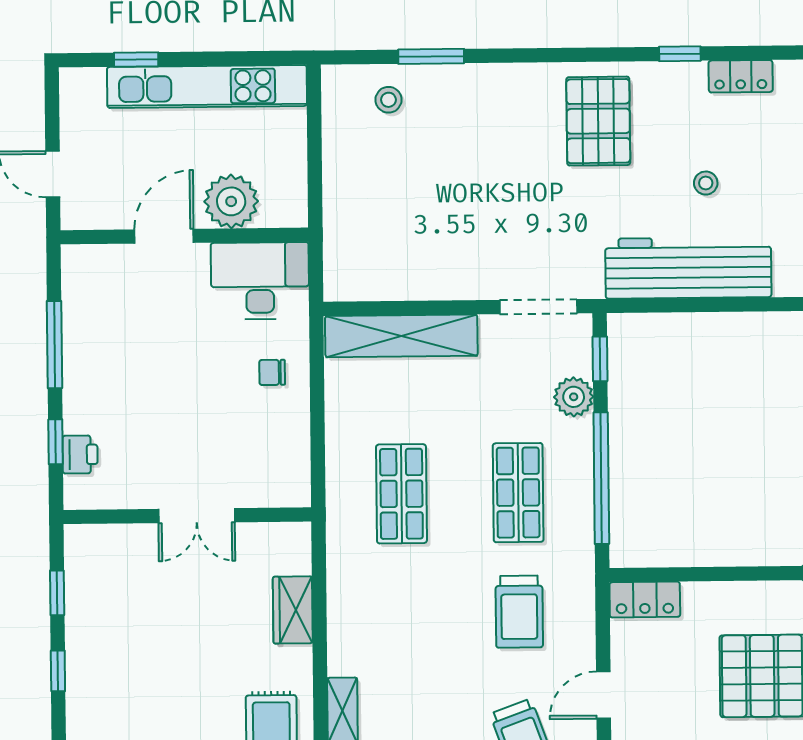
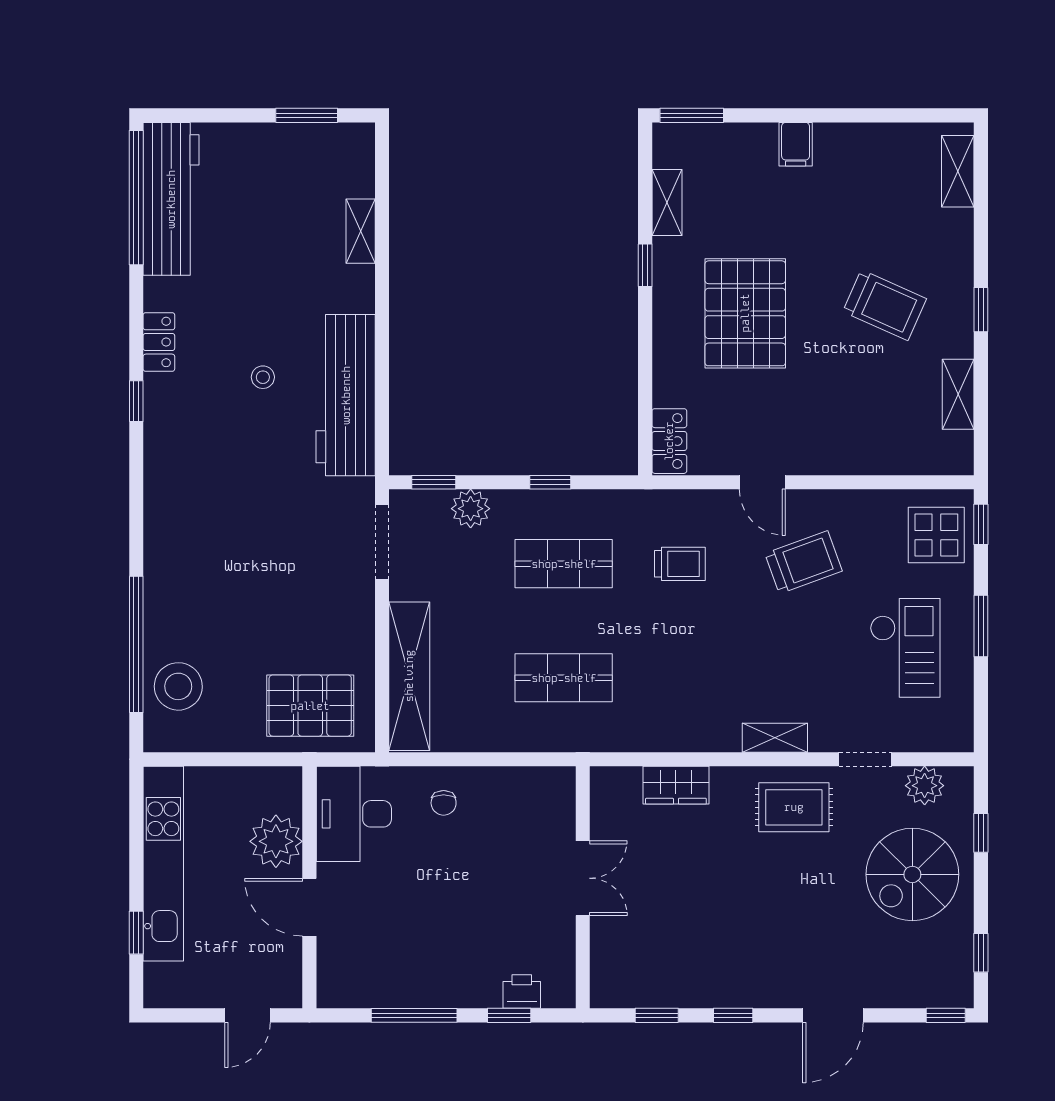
window: (431, 56) -> (136, 644), width x2.11
stool: (389, 100) -> (178, 686), width x1.89, depth x1.89
pallet: (598, 121) -> (310, 706), moved
window: (601, 478) -> (550, 482), width x0.32
trolley: (519, 612) -> (680, 564), width x0.73, depth x0.72

